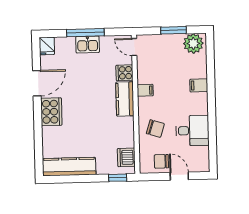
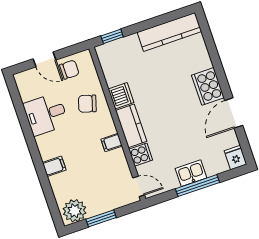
dishwasher: (126, 157) -> (121, 96), moved

